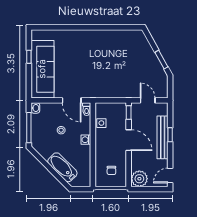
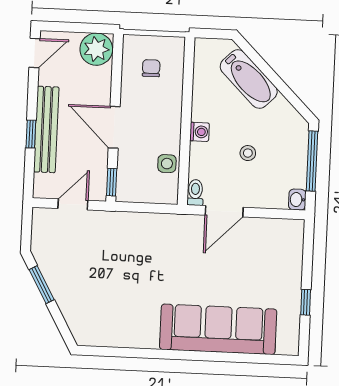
sofa: (42, 69) -> (218, 329), moved, turned 90
door: (72, 100) -> (224, 211), swing flipped
door: (148, 100) -> (73, 204), swing flipped

